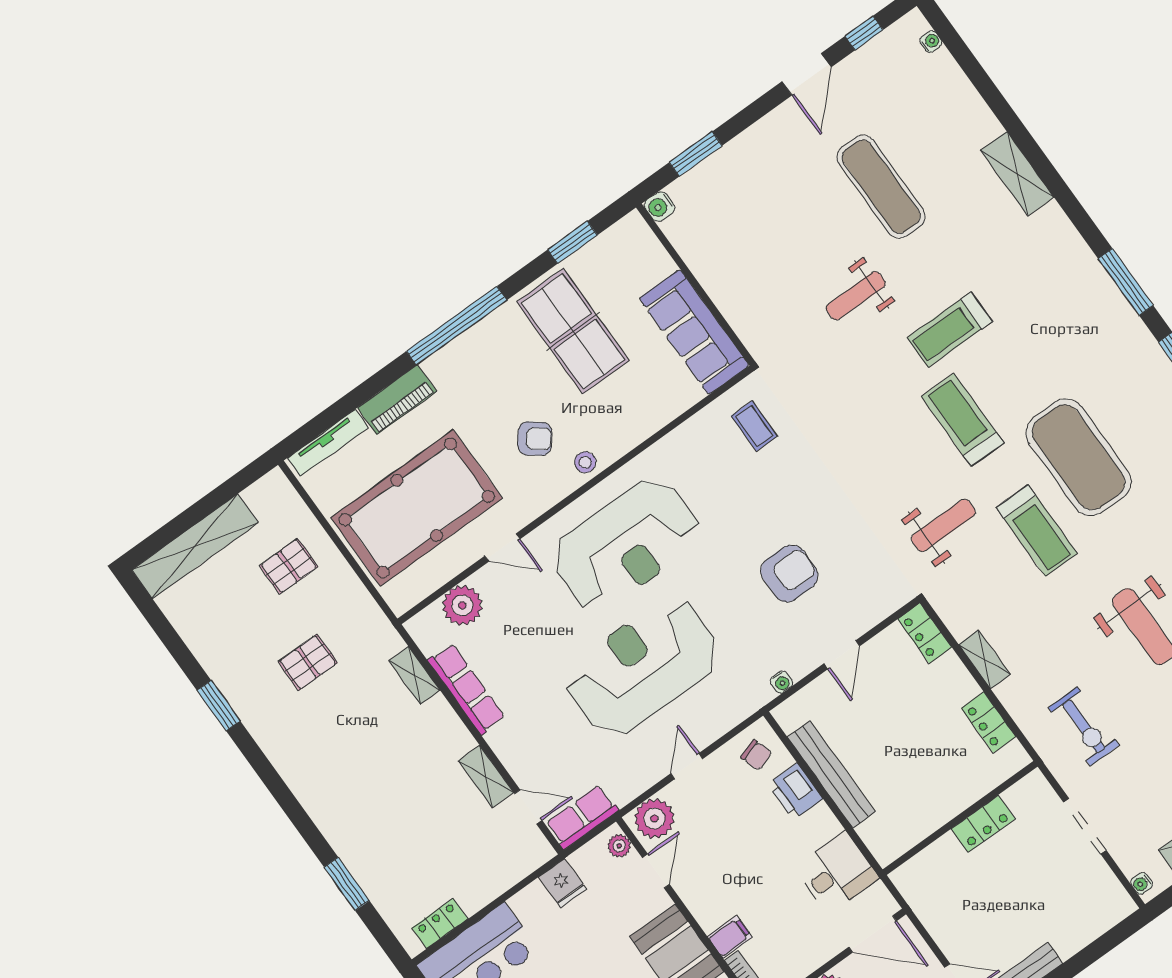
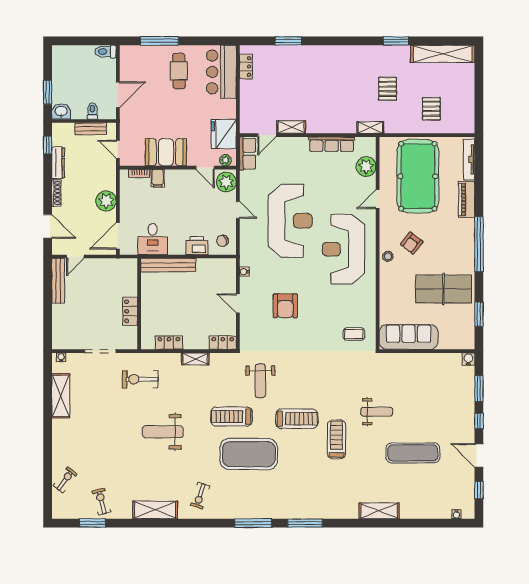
window: (750, 115) -> (479, 421), added
weight bench: (856, 296) -> (377, 412), turned 90
shelving: (195, 546) -> (443, 54), moved, turned 90
shelving: (415, 675) -> (370, 128), moved
bench: (831, 774) -> (168, 265), moved
fridge: (563, 883) -> (224, 134), width x1.88, depth x1.34

